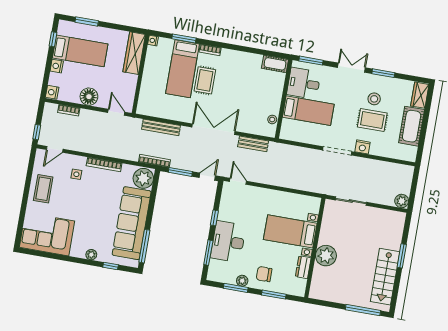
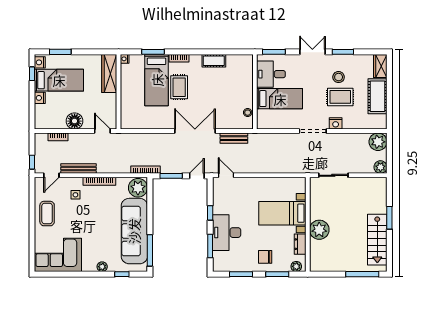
cot: (275, 64) -> (214, 61), moved
nightstand: (52, 92) -> (40, 62), moved
bench: (161, 127) -> (78, 168), moved
plant: (404, 174) -> (378, 142), added
plant: (242, 281) -> (296, 266), moved

